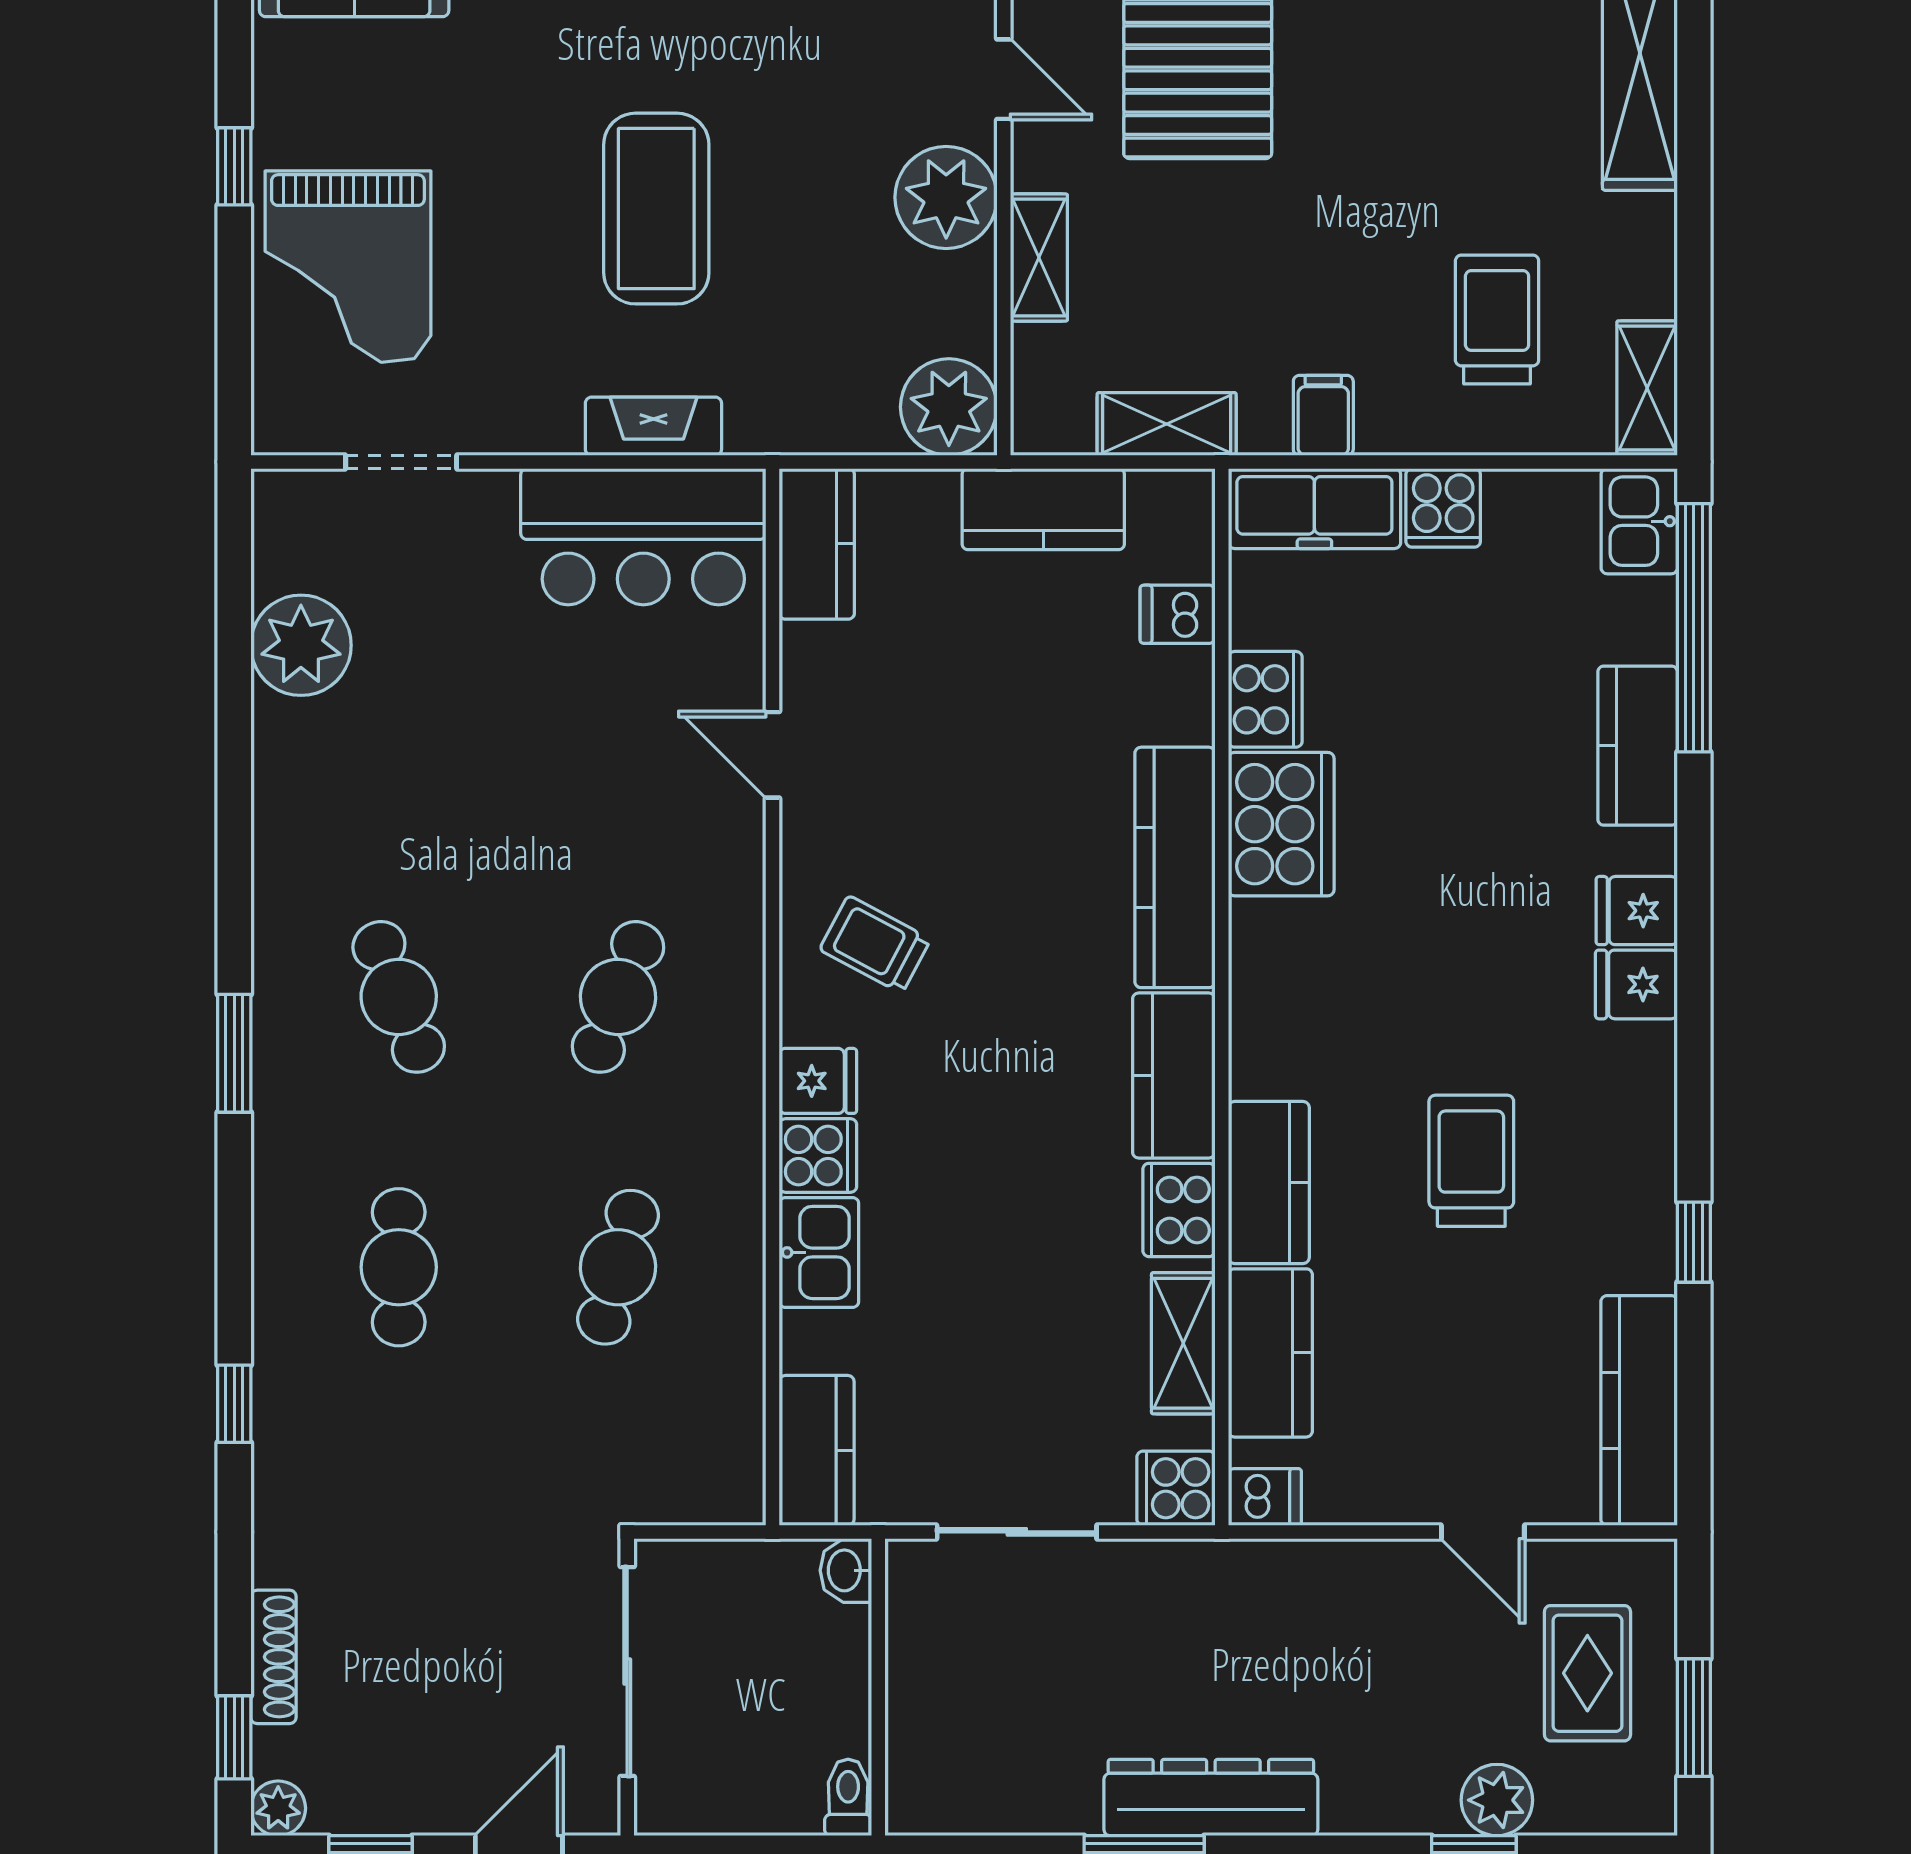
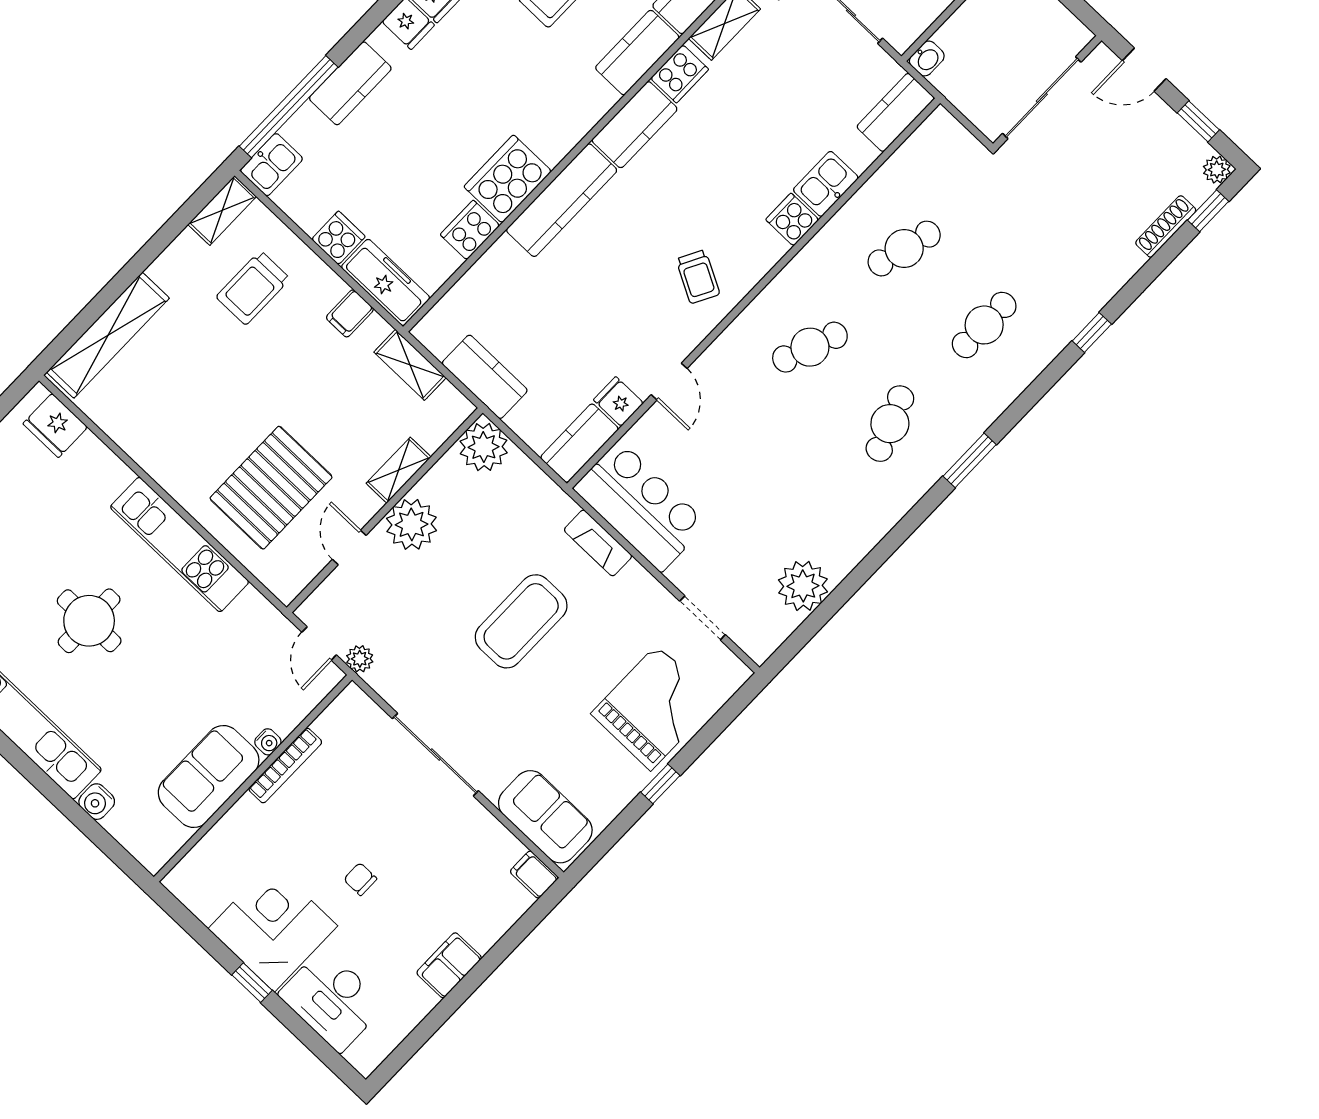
dishwasher: (1178, 614) -> (472, 292), removed
fridge: (818, 1081) -> (618, 401), moved

